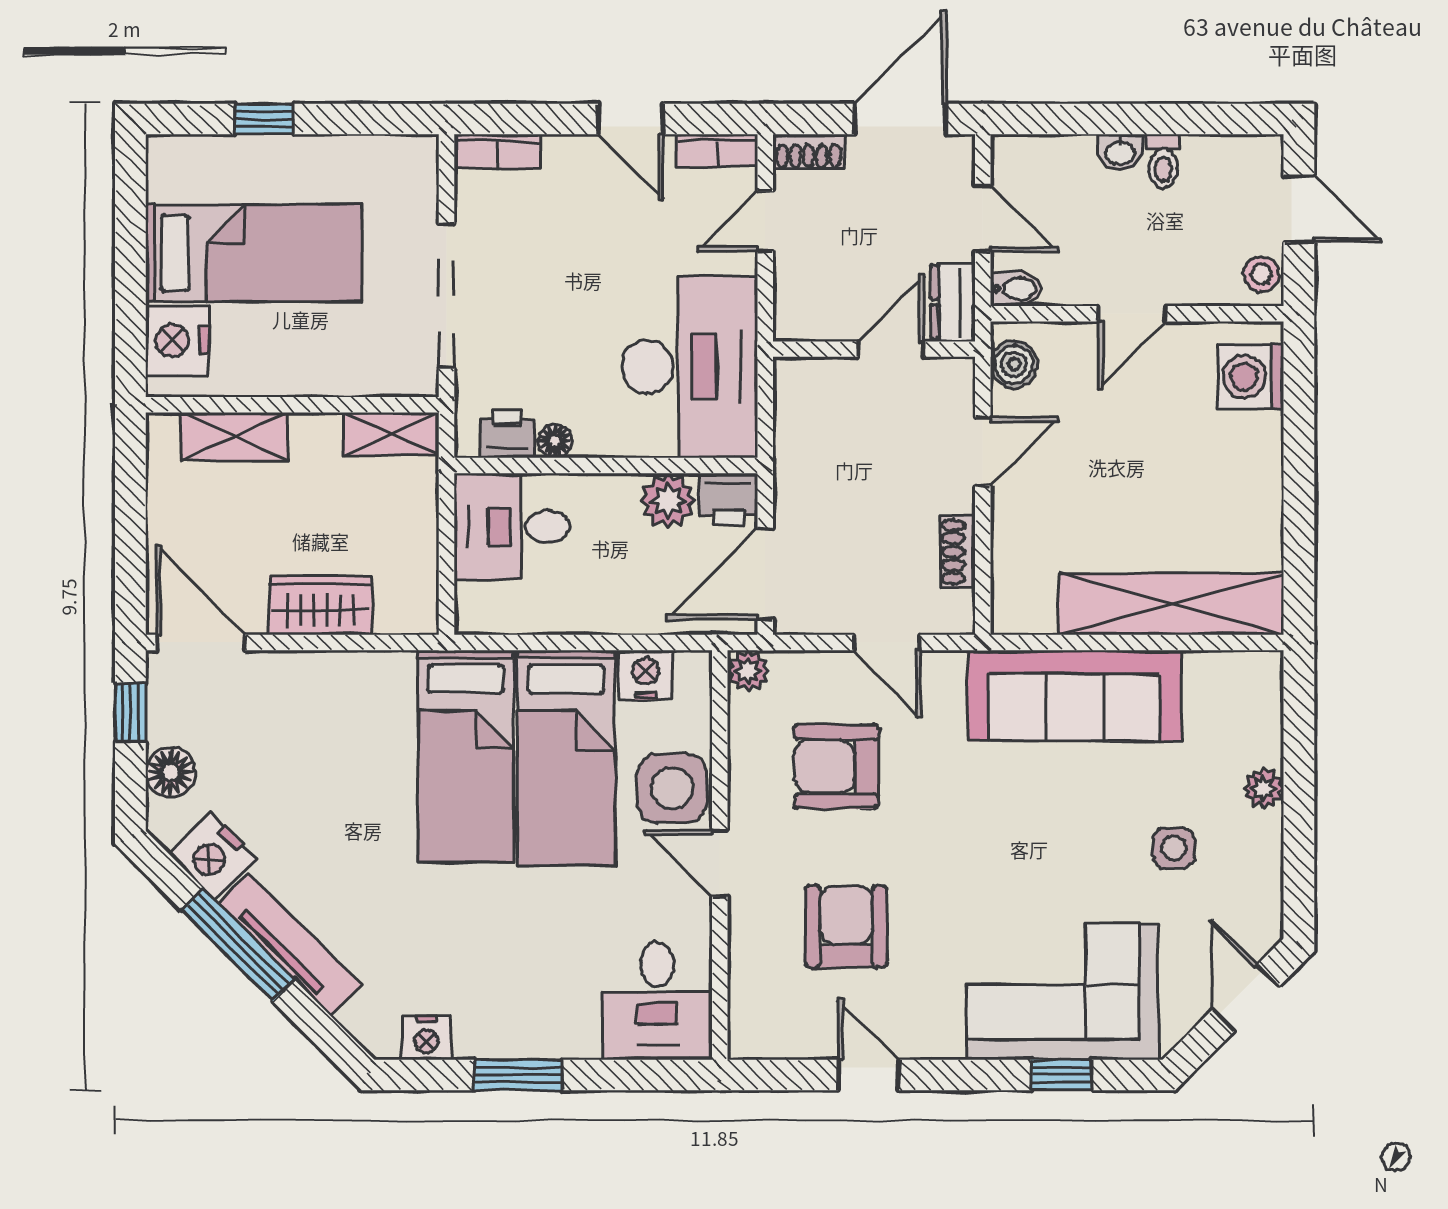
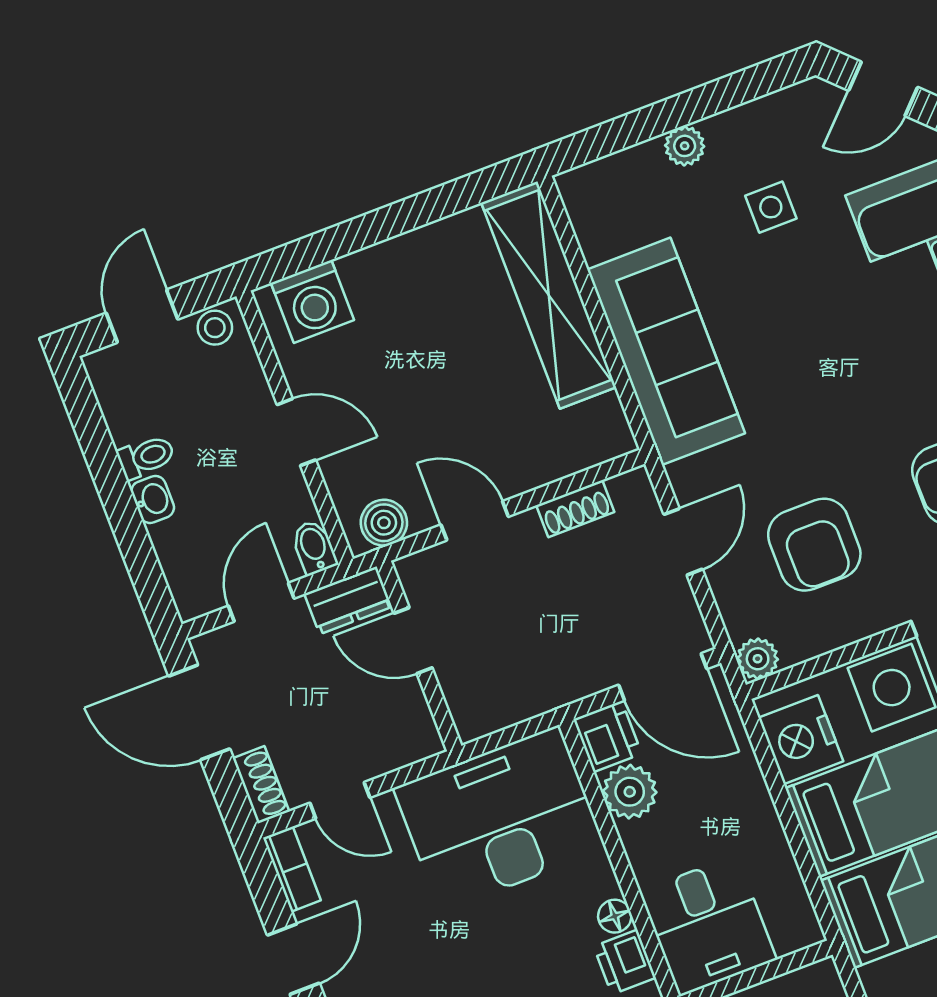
nightstand: (646, 675) -> (801, 740), width x1.36, depth x1.33

